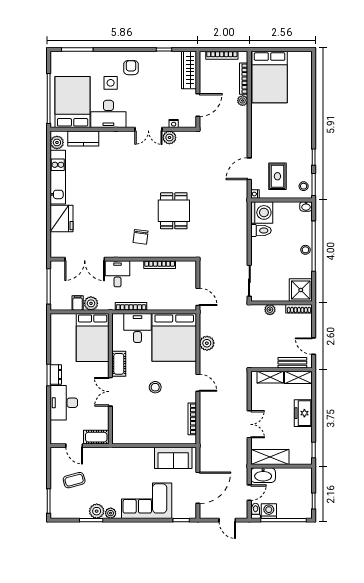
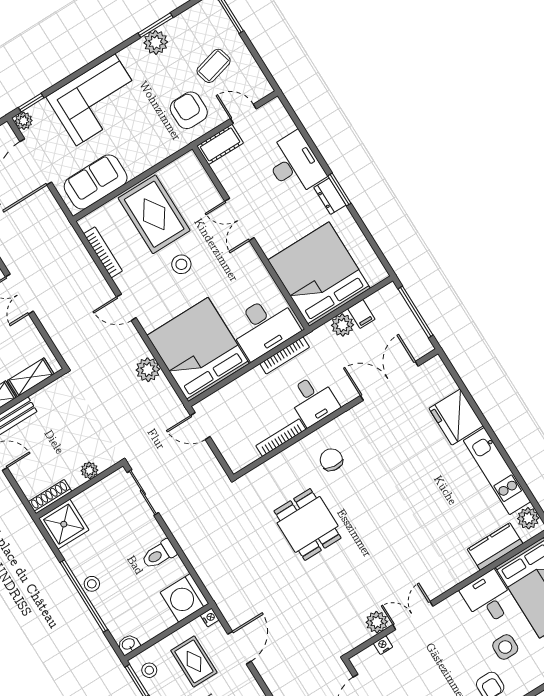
desk: (108, 114) -> (488, 598), width x0.73
toilet: (261, 231) -> (159, 554), moved
desk: (117, 274) -> (313, 400), moved
desk: (137, 328) -> (264, 327), width x1.37
bed: (93, 337) -> (319, 274), width x1.36
cot: (119, 364) -> (252, 265), removed
double door: (110, 392) -> (239, 219), swing flipped
rug: (153, 422) -> (154, 214), added
armchair: (101, 465) -> (189, 110), added
plant: (111, 513) -> (24, 121), moved

